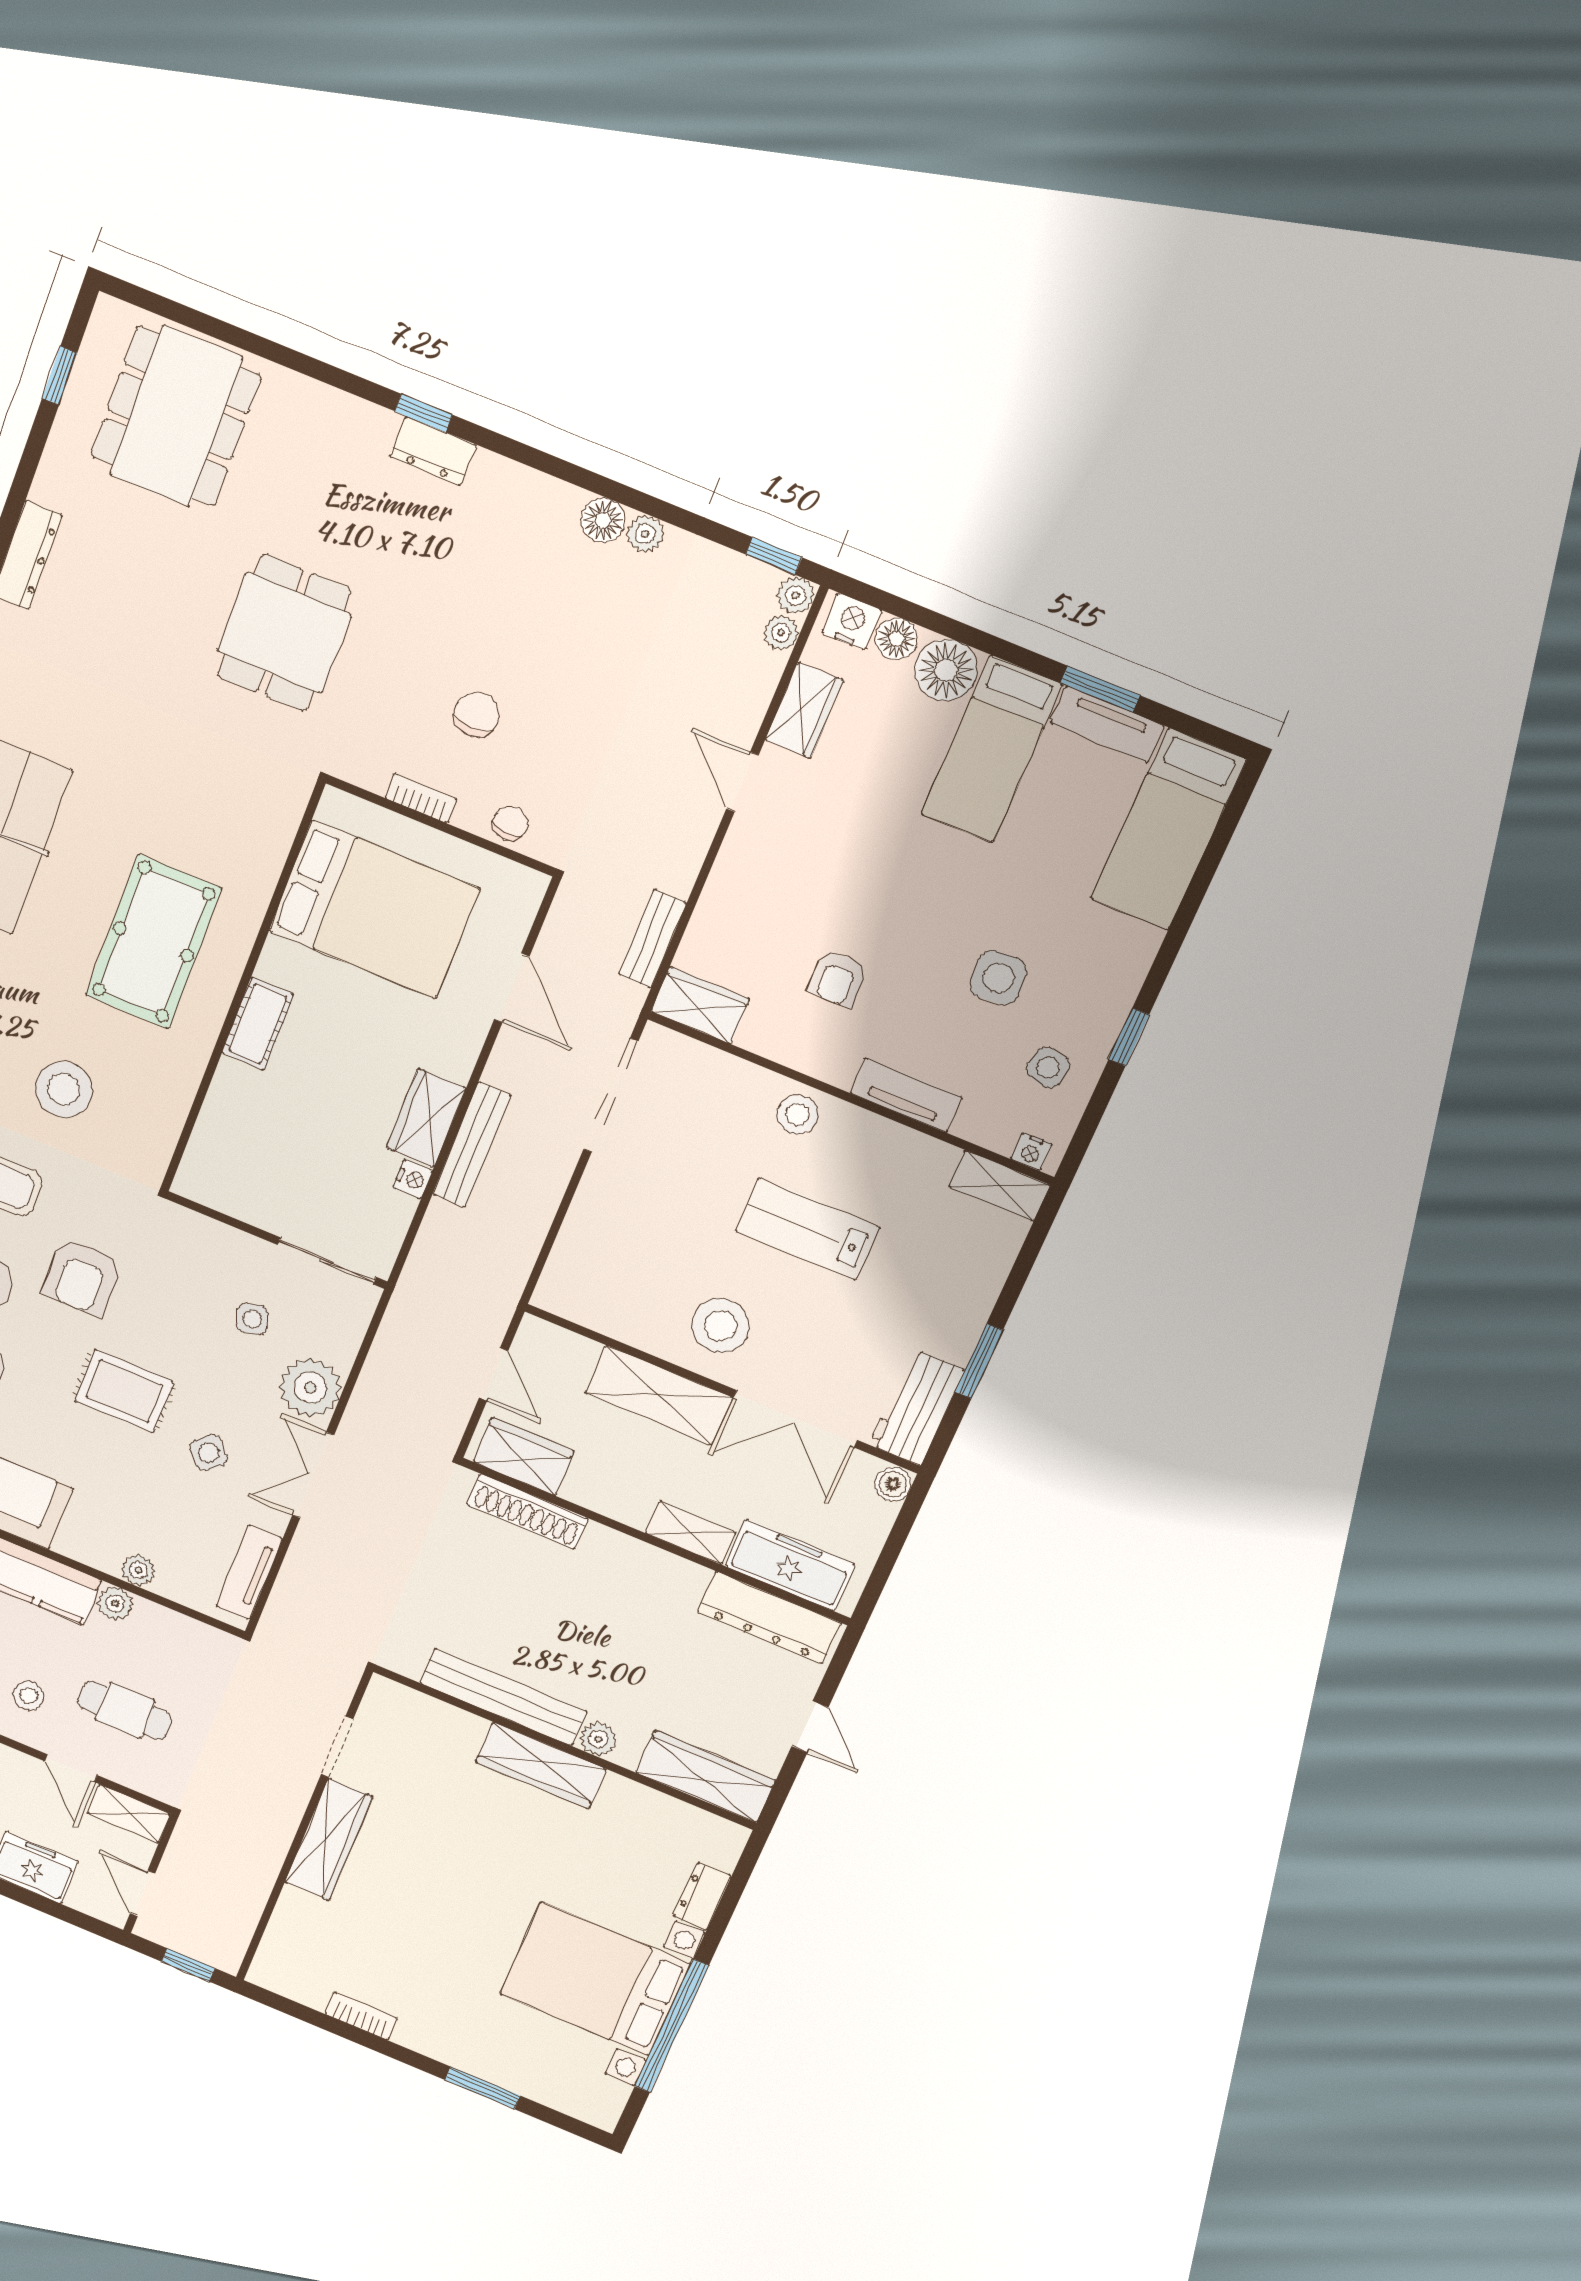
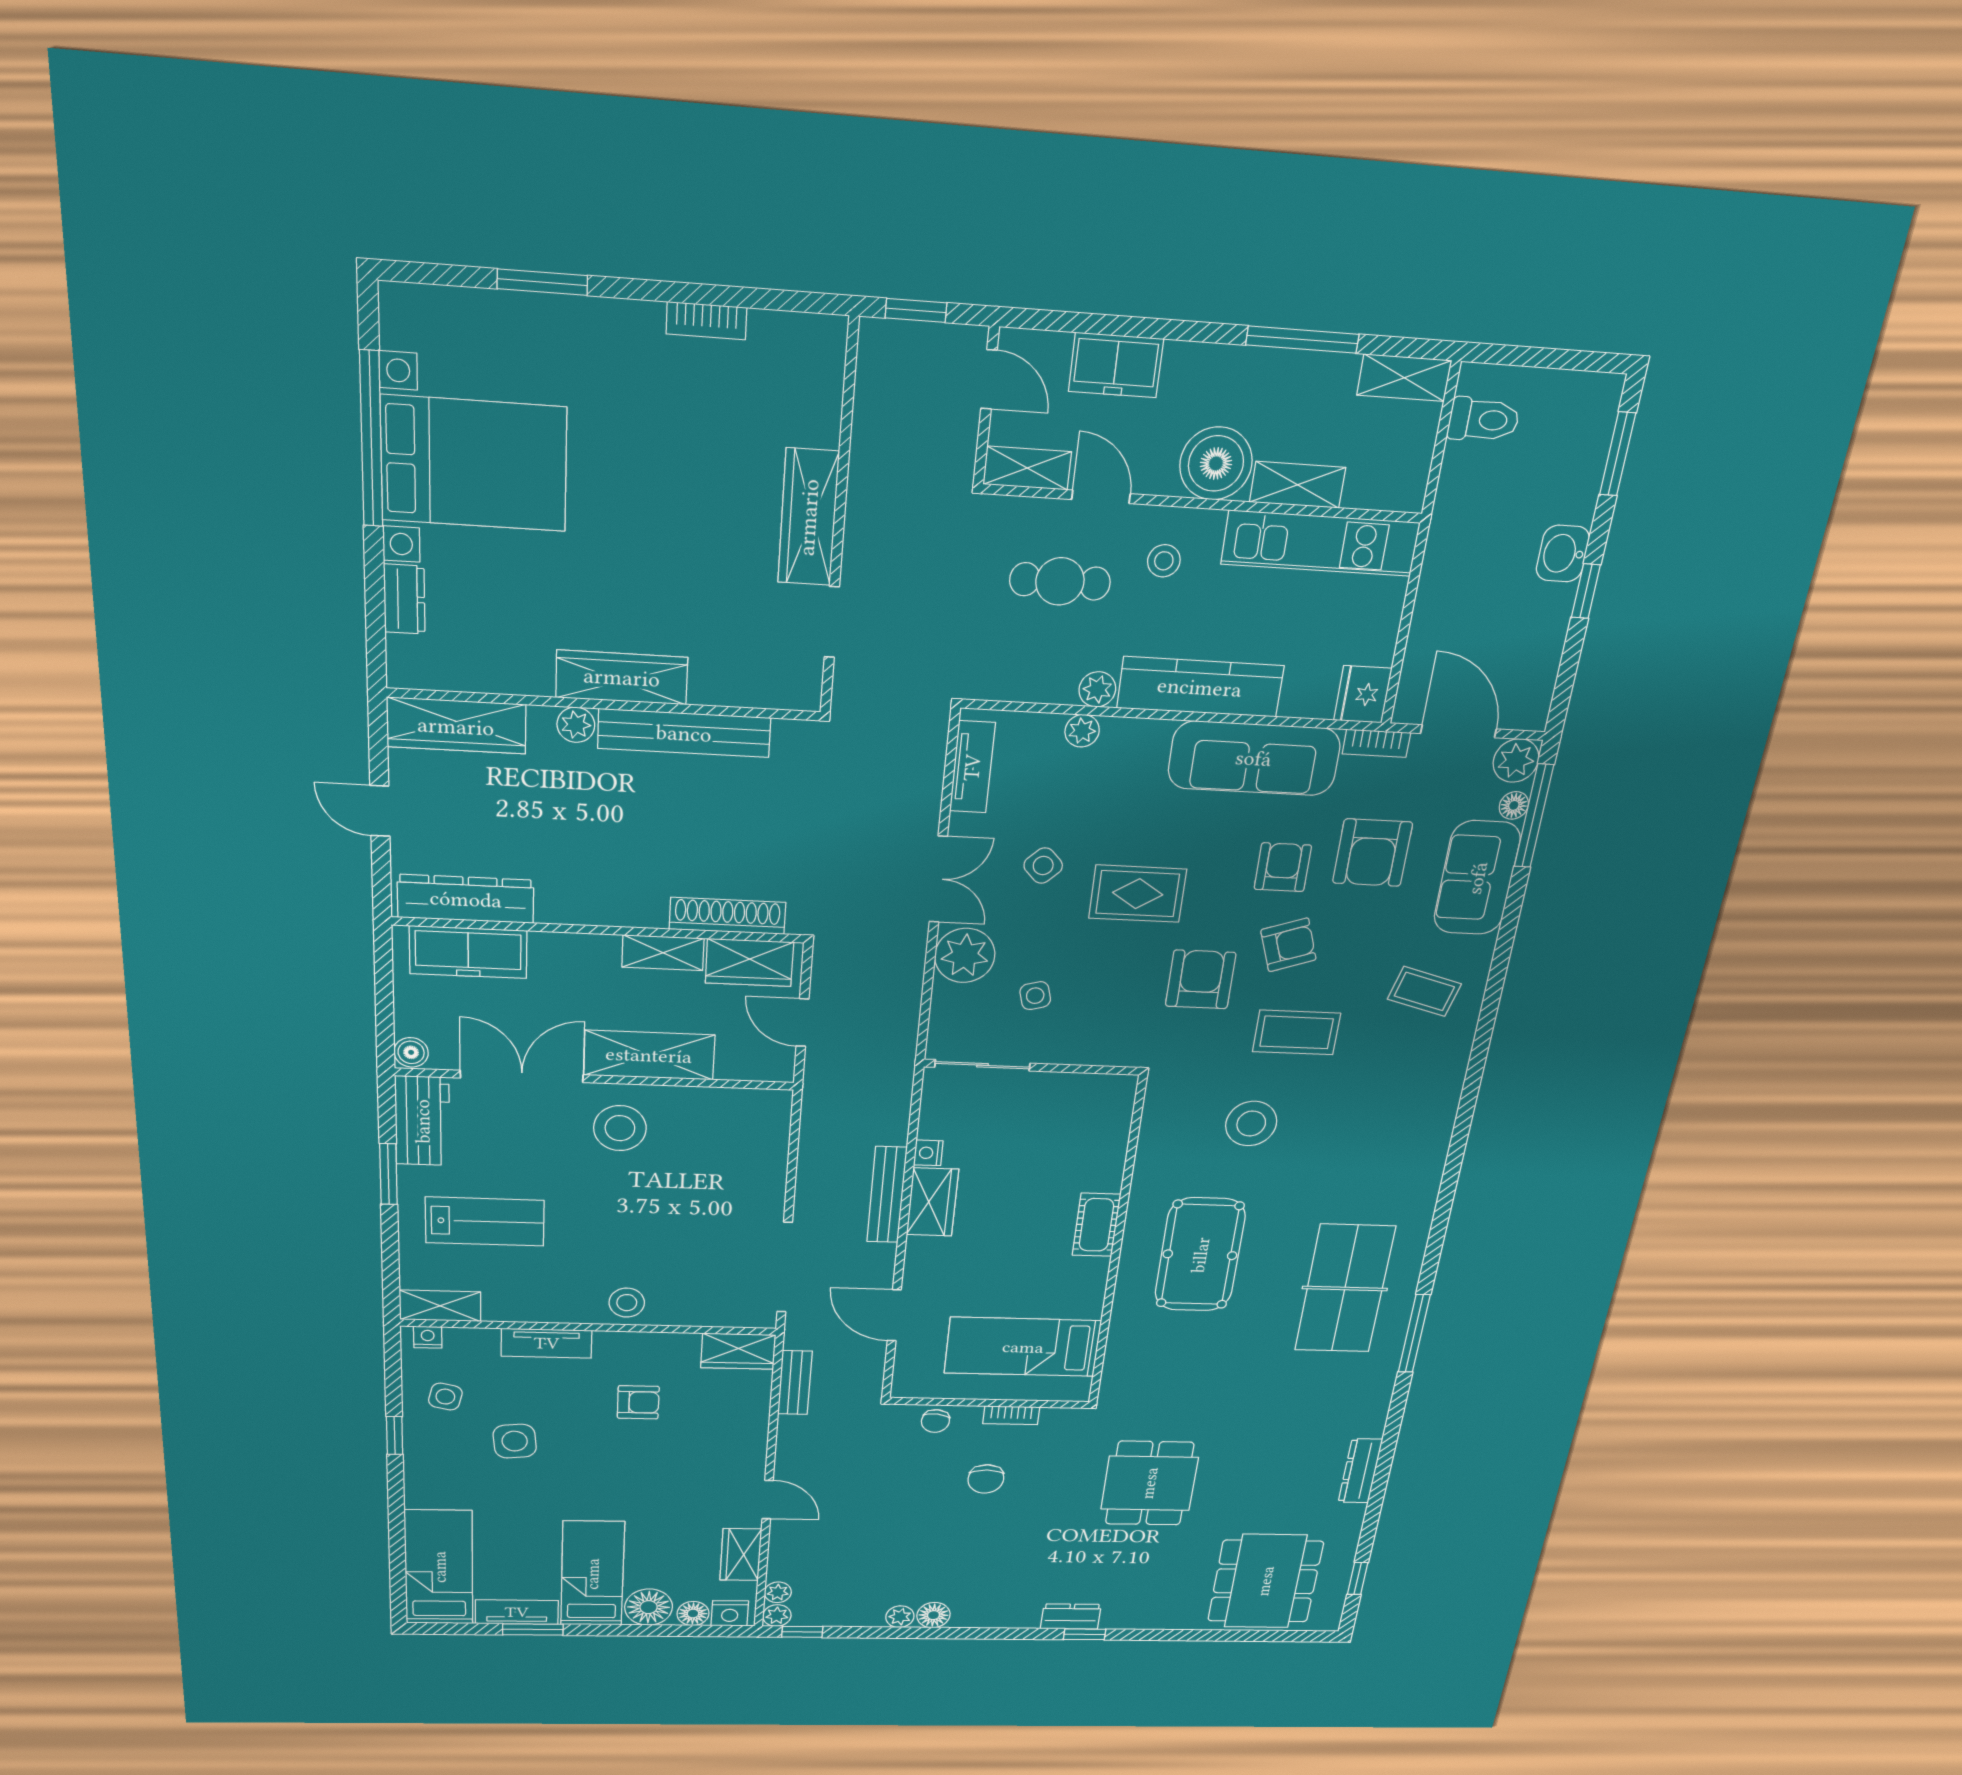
bed: (374, 910) -> (1023, 1347), width x0.67
armchair: (838, 978) -> (638, 1402), turned 90
lab bench: (807, 1229) -> (485, 1222), moved
shelving: (691, 1533) -> (663, 953), moved

